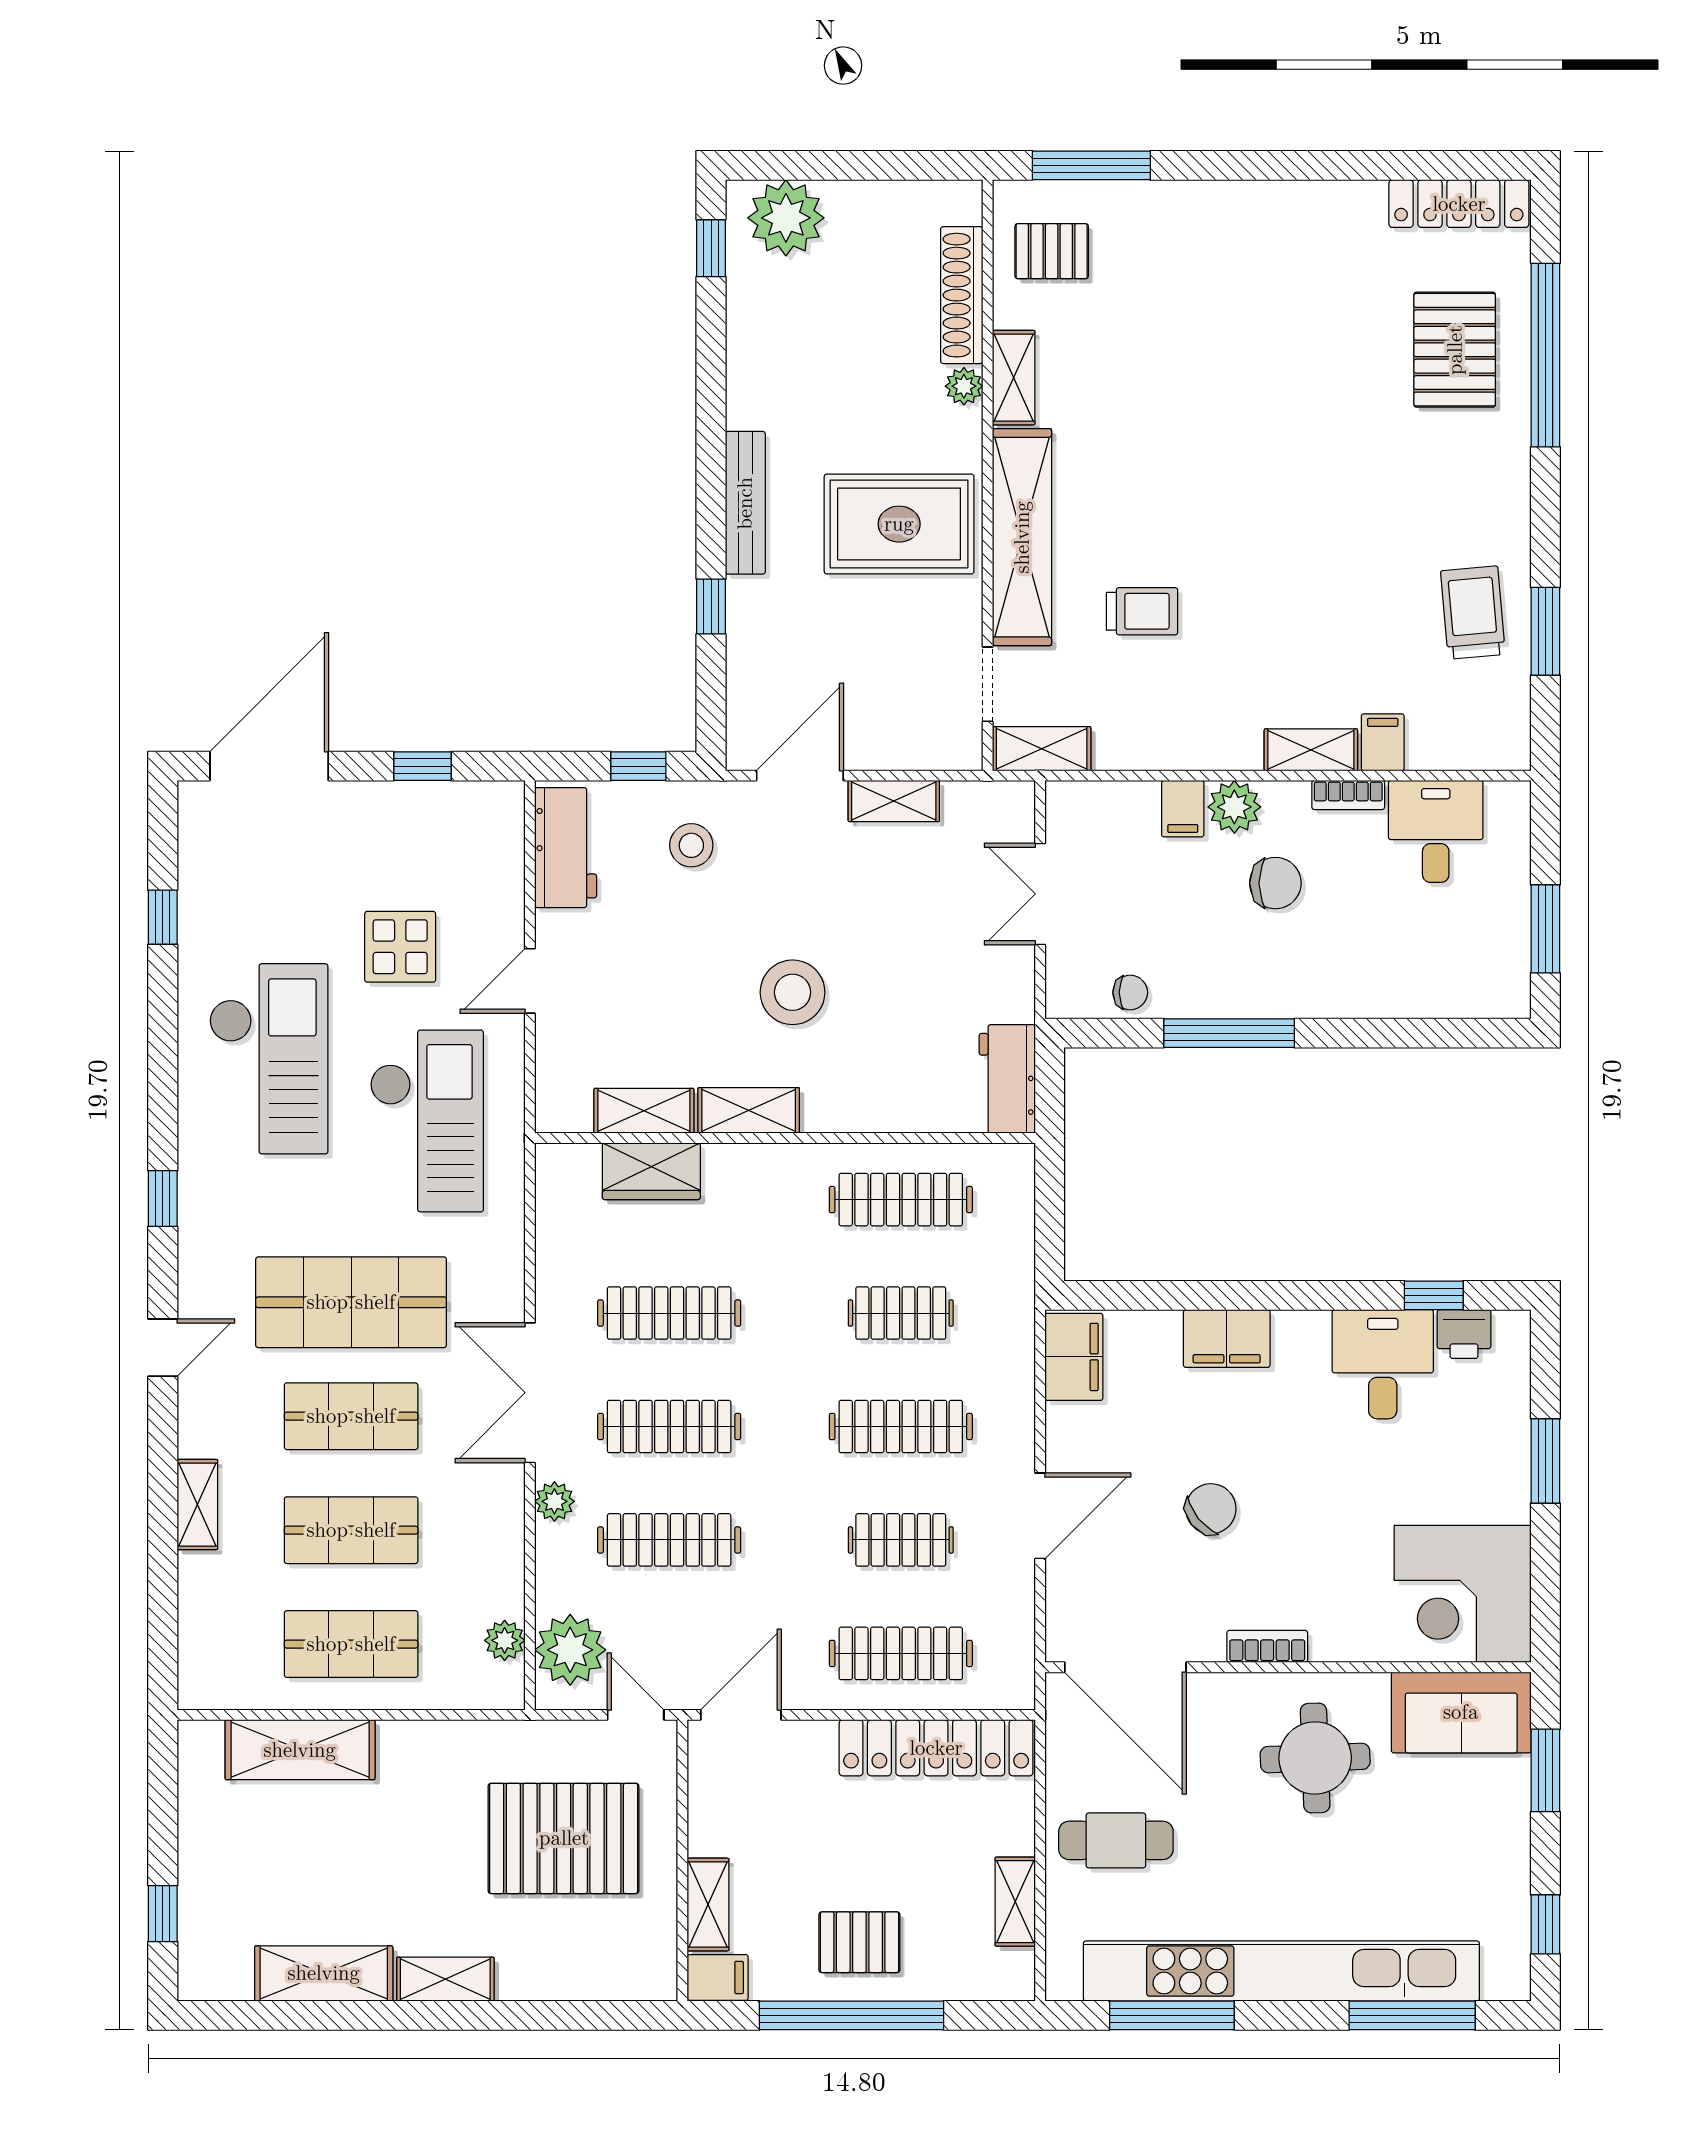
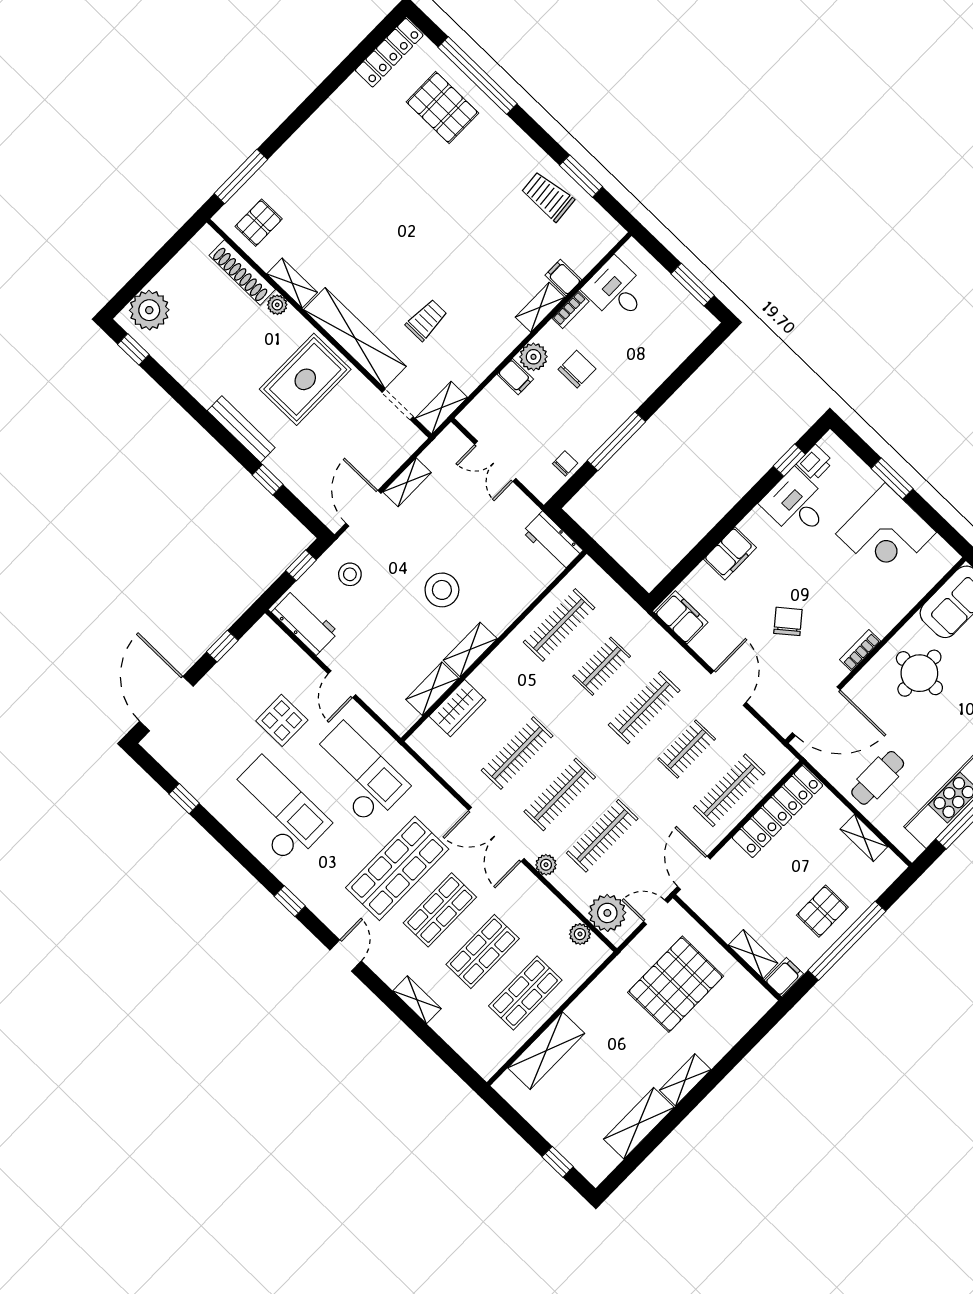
corner desk: (1463, 1594) -> (886, 533), moved

